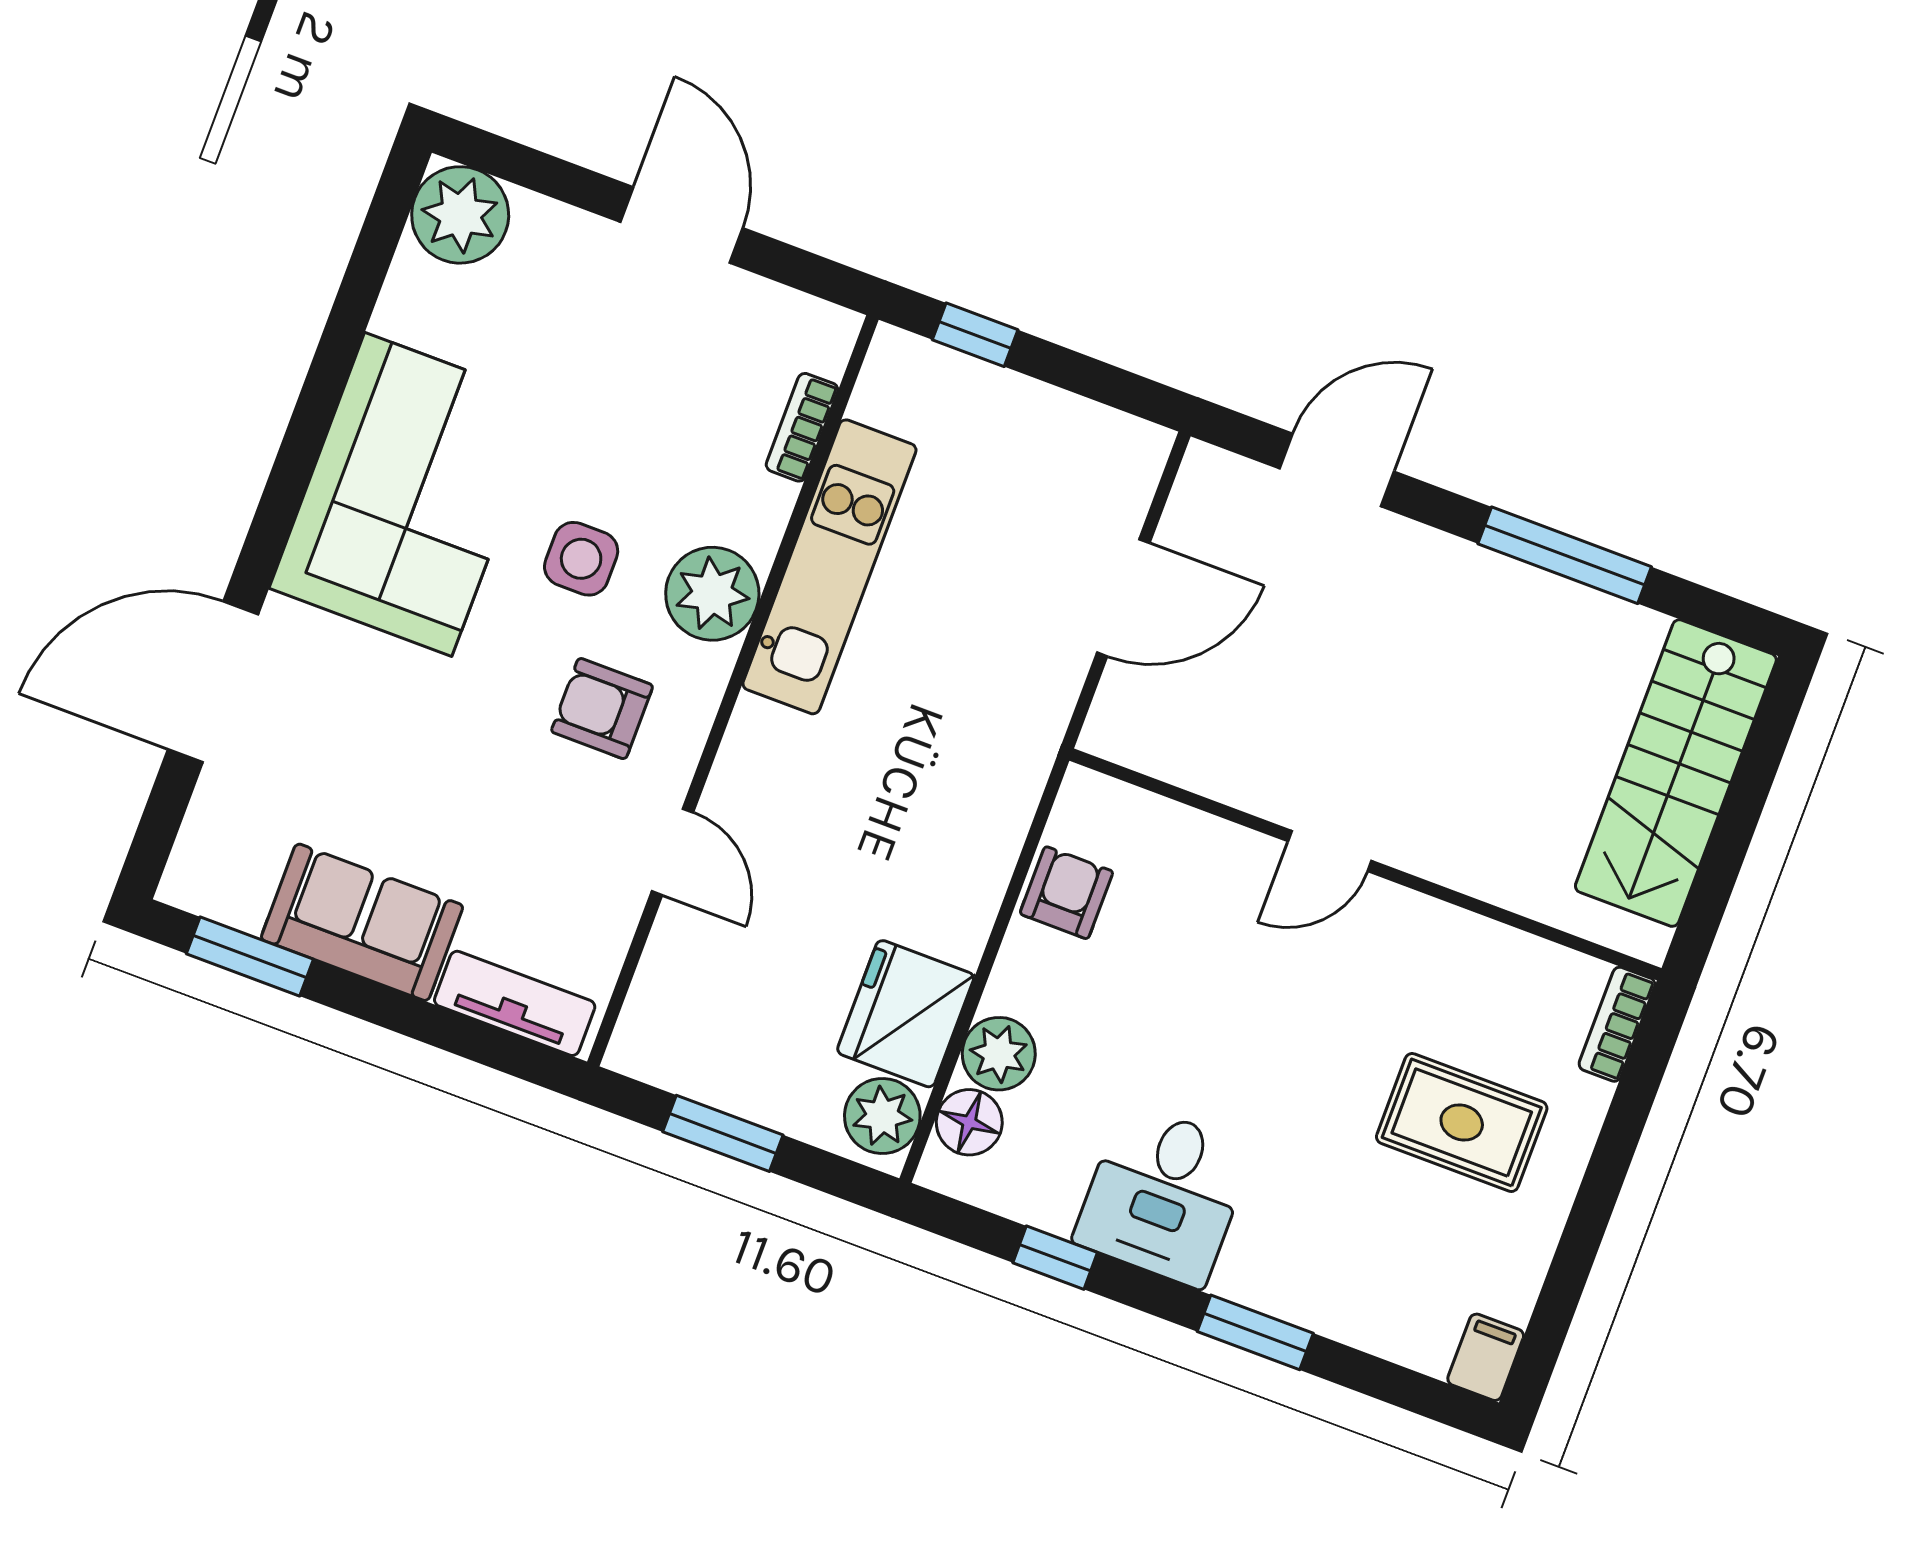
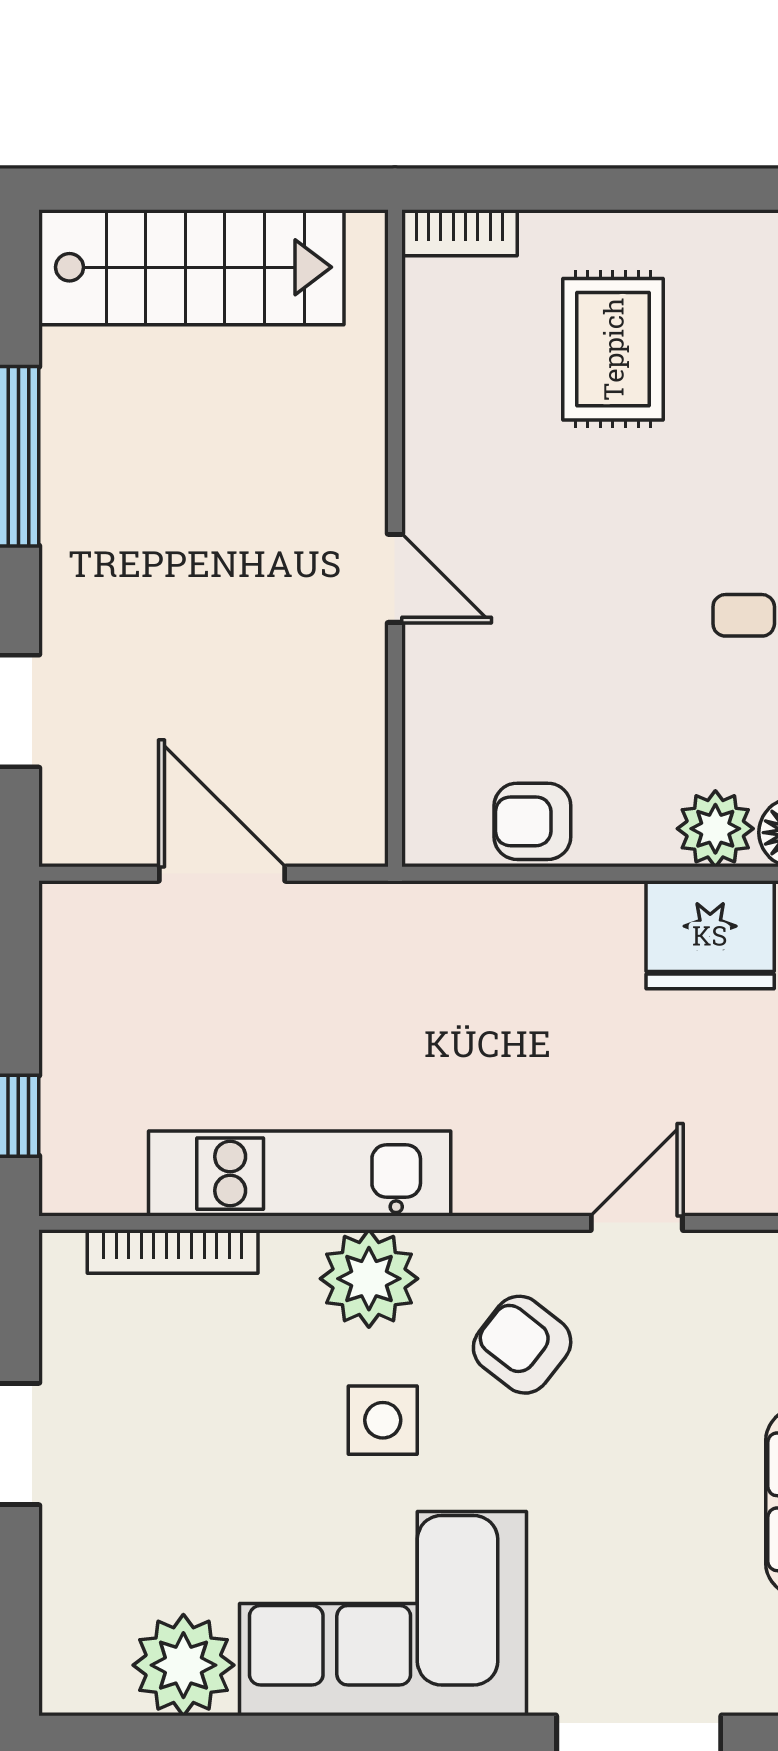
plant: (460, 215) -> (183, 1665), moved
bookcase: (802, 427) -> (173, 1252), width x1.56
armchair: (602, 709) -> (522, 1345), turned 128

